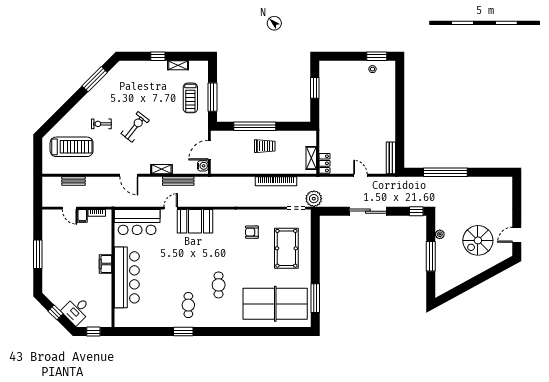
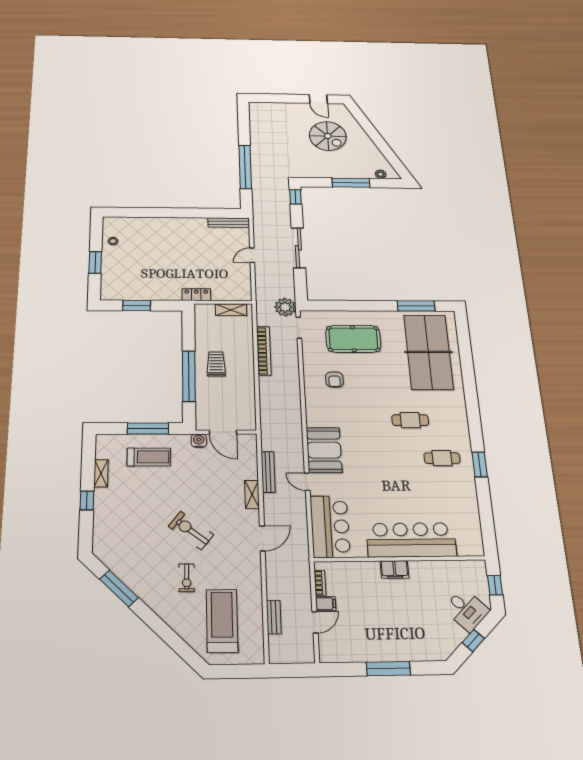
window: (377, 56) -> (95, 262), moved
locker: (324, 163) -> (196, 295), moved
water cooler: (203, 166) -> (199, 441), moved
plant: (440, 234) -> (381, 174), moved

